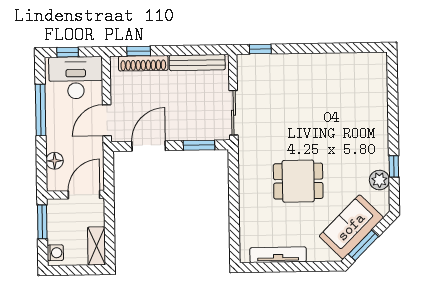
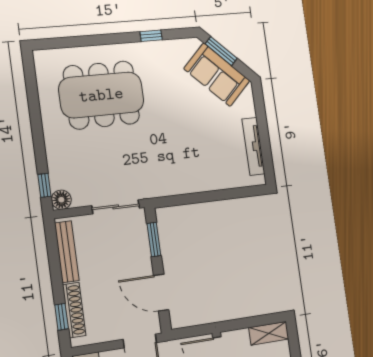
floor lamp: (246, 63) -> (61, 200), added
plant: (379, 180) -> (167, 49), removed
dining table: (298, 181) -> (101, 95), moved, width x1.88, depth x1.24
window: (363, 245) -> (221, 51), moved

